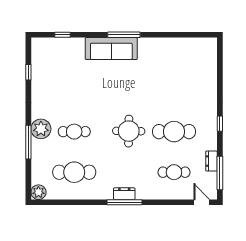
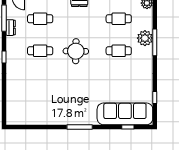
sofa: (111, 48) -> (125, 114), moved, width x1.36, depth x1.27
plant: (41, 129) -> (145, 38), moved
cafe table: (174, 132) -> (40, 51), width x0.73, depth x0.74
cafe table: (74, 172) -> (119, 19), width x0.73, depth x0.74

